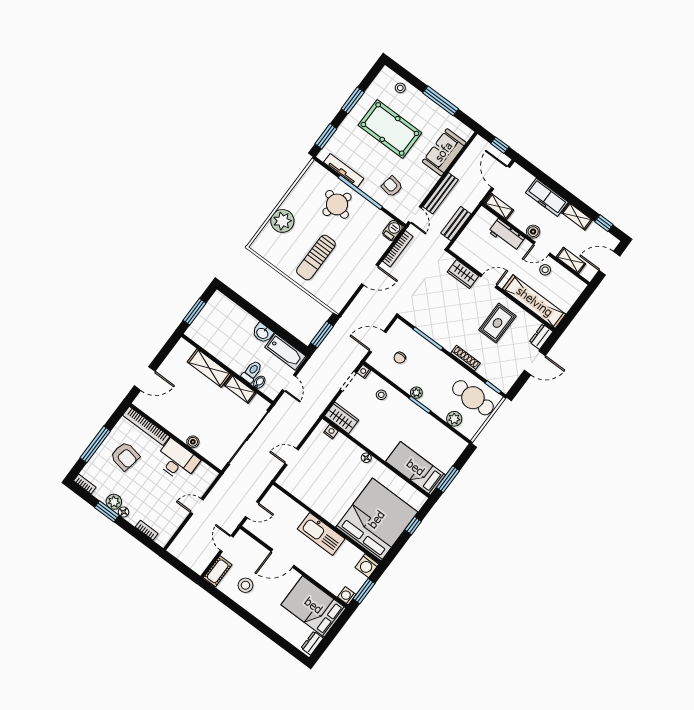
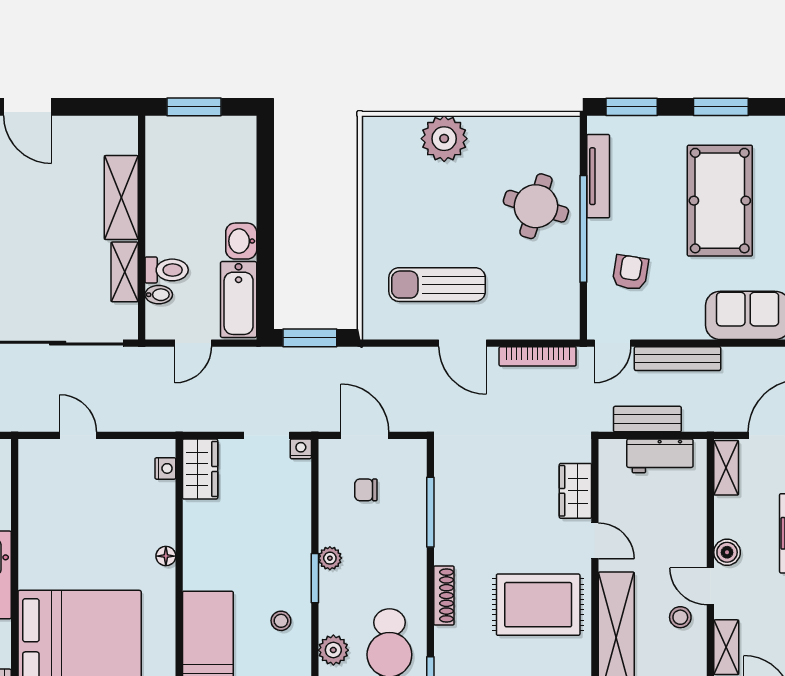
barbecue: (392, 230) -> (561, 326), removed
workbench: (507, 235) -> (660, 456), moved, turned -90
sun lounger: (316, 258) -> (437, 285), moved
rug: (497, 323) -> (538, 605), width x1.36, depth x1.43
stool: (381, 395) -> (281, 621), moved

